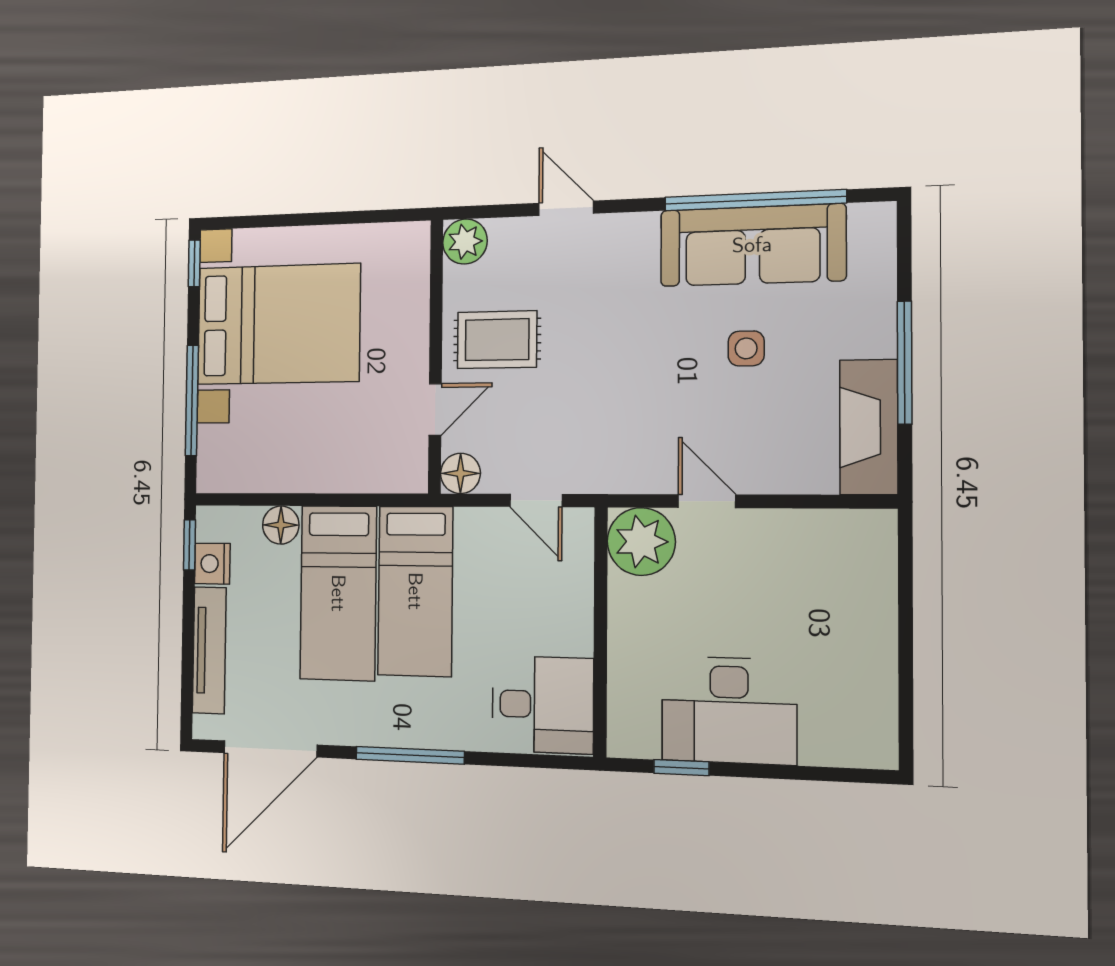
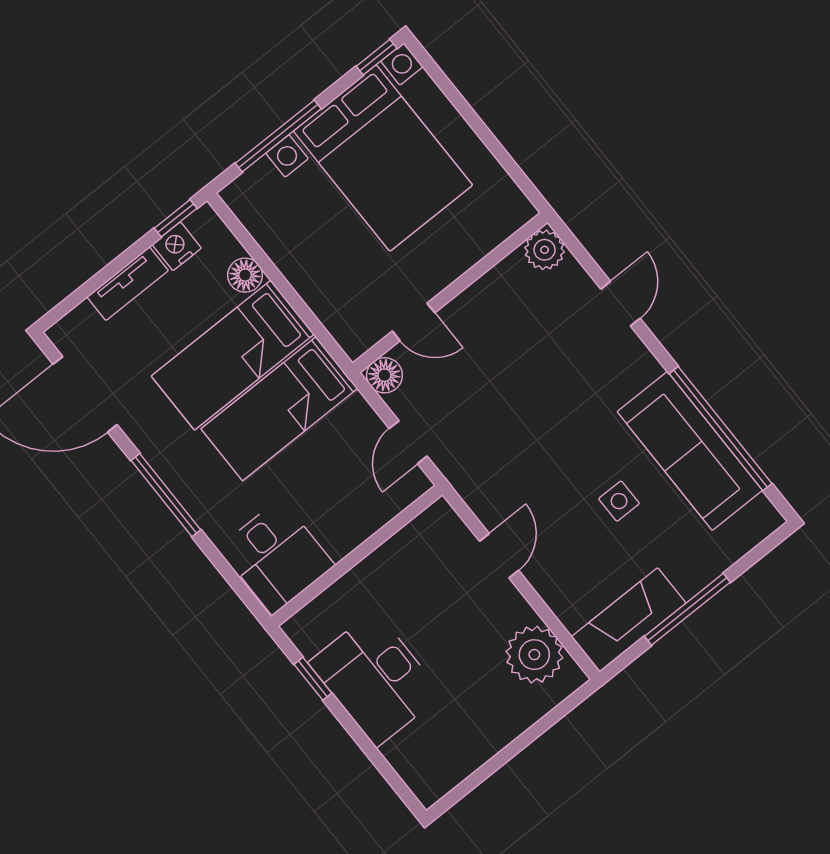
rug: (497, 340) -> (495, 327), removed
plant: (641, 542) -> (534, 655), moved
tv unit: (209, 650) -> (128, 284), width x0.71

